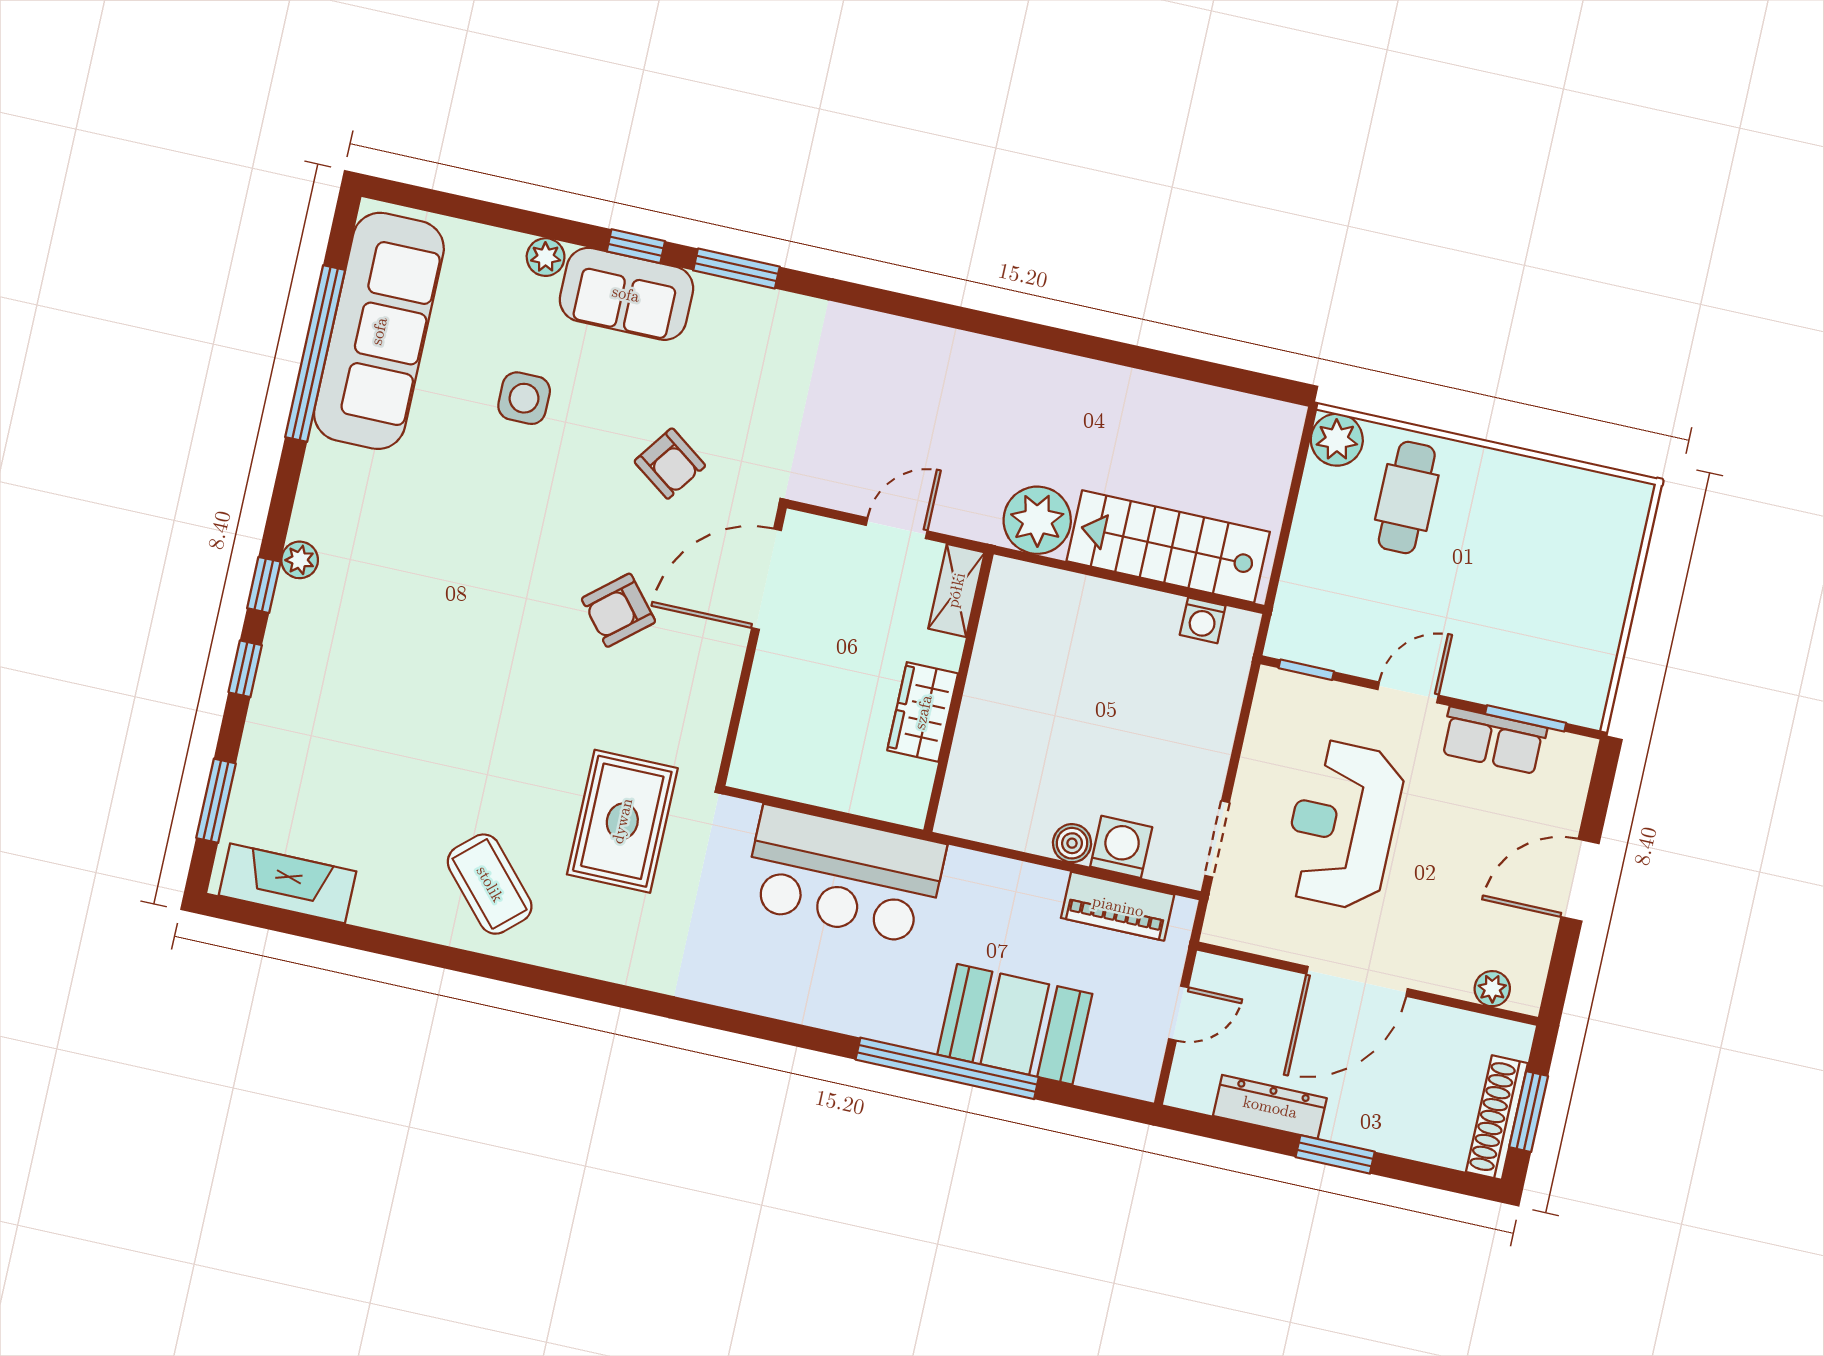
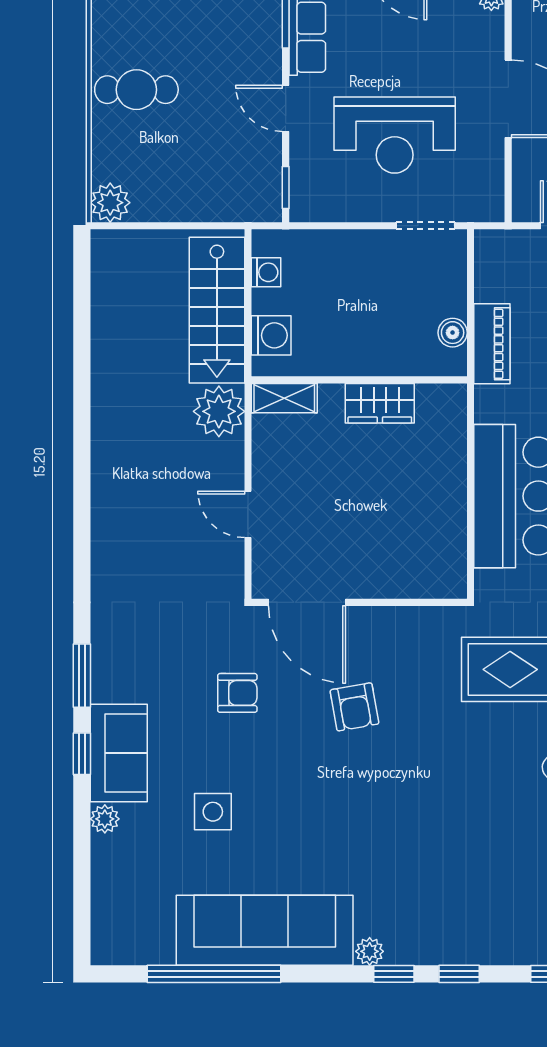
sofa: (379, 331) -> (265, 930), moved
armchair: (670, 464) -> (237, 693), turned 54
cafe table: (1407, 497) -> (136, 90), moved
shelving: (956, 590) -> (284, 398), moved
armchair: (618, 610) -> (354, 707), turned 30
wall: (959, 692) -> (359, 380), moved
wardrobe: (923, 712) -> (380, 403), moved
washing machine: (1121, 847) -> (271, 335), moved, turned 180
piano: (1118, 906) -> (492, 344), moved

